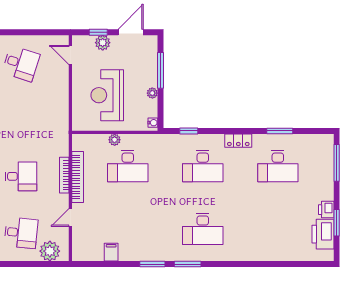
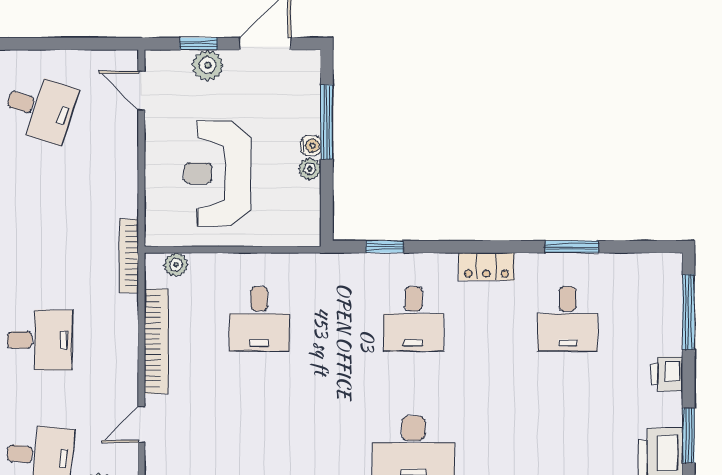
water cooler: (153, 123) -> (311, 146), moved
plant: (115, 140) -> (176, 265), moved
desk: (128, 166) -> (259, 319), width x0.73
desk: (203, 166) -> (413, 319), width x0.73
desk: (278, 166) -> (568, 319), width x0.73
bookcase: (64, 175) -> (129, 256), moved
printer: (326, 210) -> (667, 374), moved

